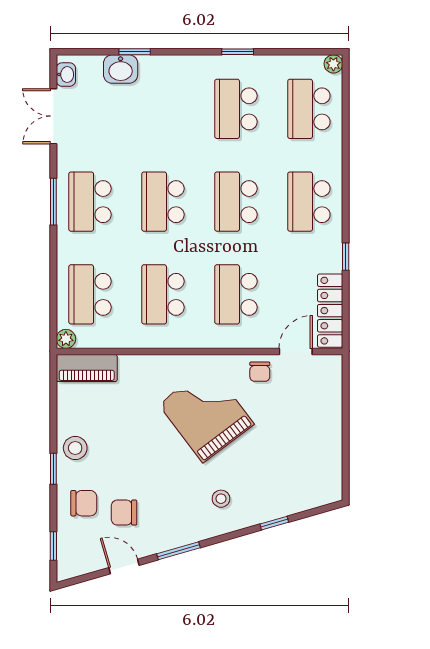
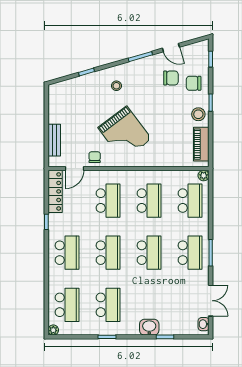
washbasin: (121, 69) -> (149, 327), moved
piano: (87, 368) -> (201, 144), moved, turned -90
bench: (332, 402) -> (54, 140), added

